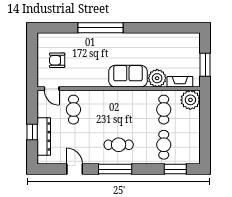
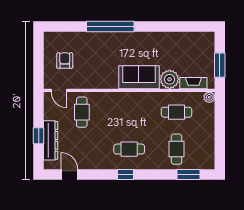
armchair: (57, 60) -> (65, 61), turned 90
plant: (190, 100) -> (209, 97), width x0.53, depth x0.53
cafe table: (164, 110) -> (177, 112), turned 90
door: (75, 169) -> (69, 175), moved
window: (115, 169) -> (125, 175), width x0.46

